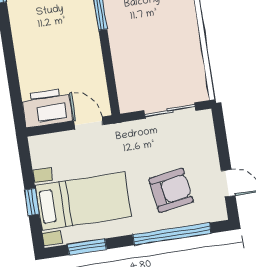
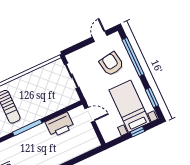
printer: (47, 108) -> (60, 125), moved, turned -90
door: (89, 123) -> (90, 115), swing flipped

